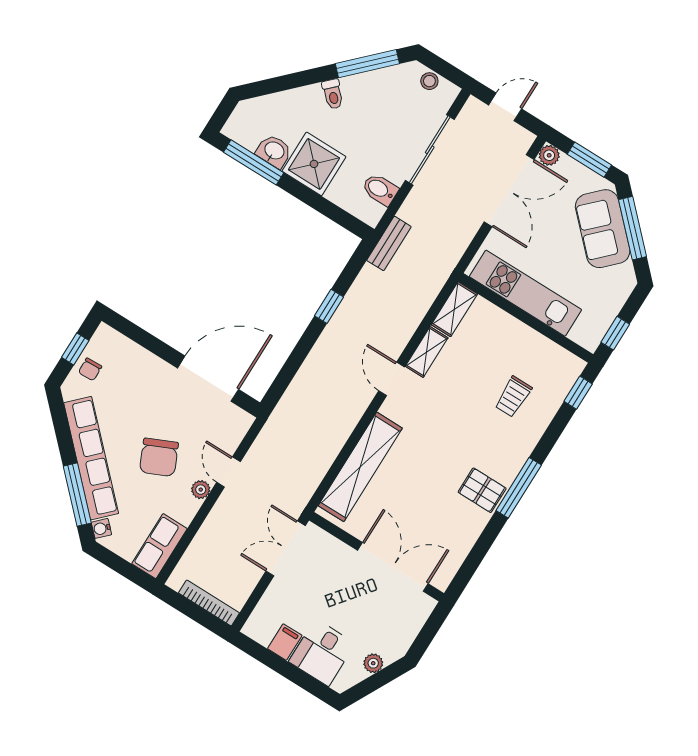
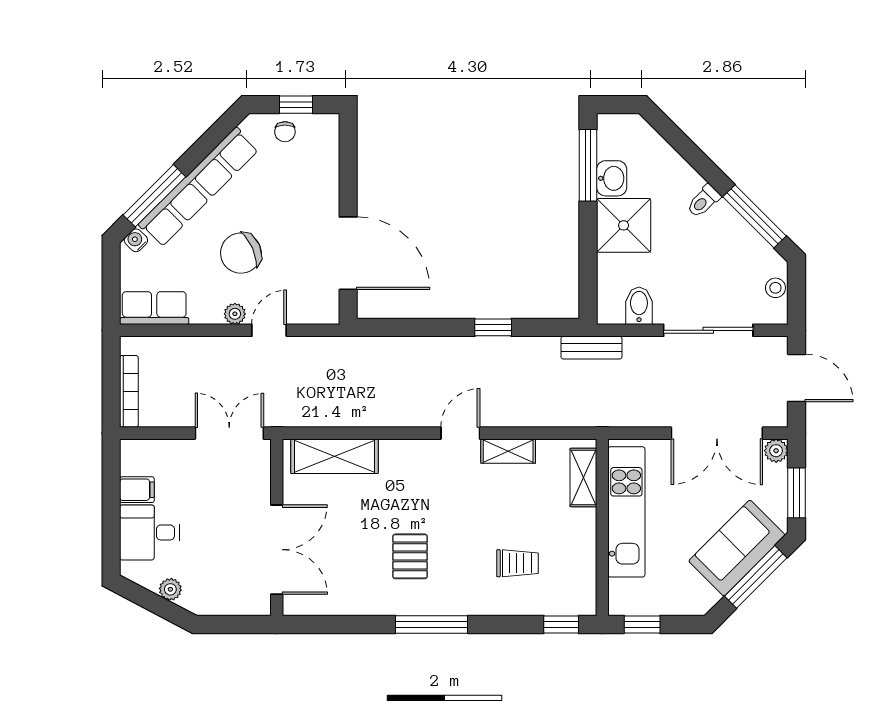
door: (505, 107) -> (796, 378), width x1.38
shelving: (454, 309) -> (583, 477), moved, turned 90
chair: (90, 369) -> (285, 132), turned -88
trolley: (513, 397) -> (517, 563), turned 180
shelving: (360, 467) -> (335, 456), width x0.68
pallet: (482, 490) -> (410, 556), moved

